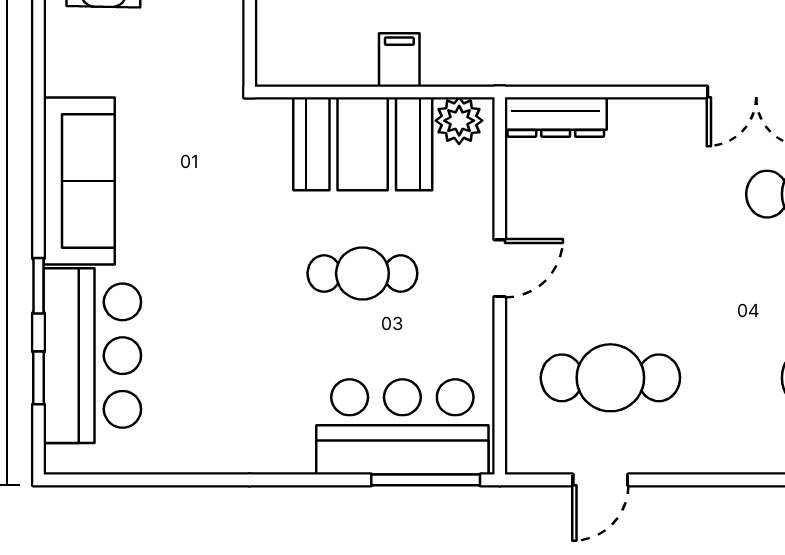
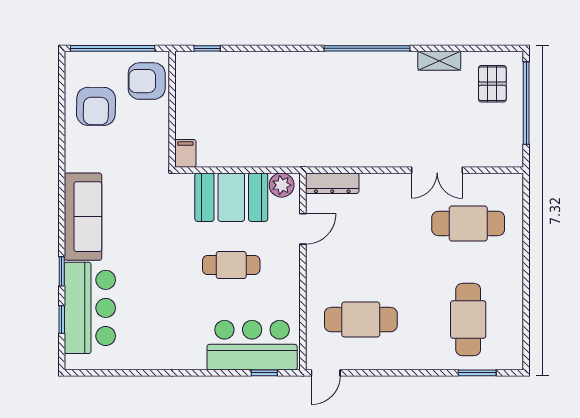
filing cabinet: (399, 60) -> (185, 153), moved
door: (500, 268) -> (303, 229), moved
window: (426, 480) -> (264, 373), width x0.46
door: (600, 480) -> (326, 373), moved

